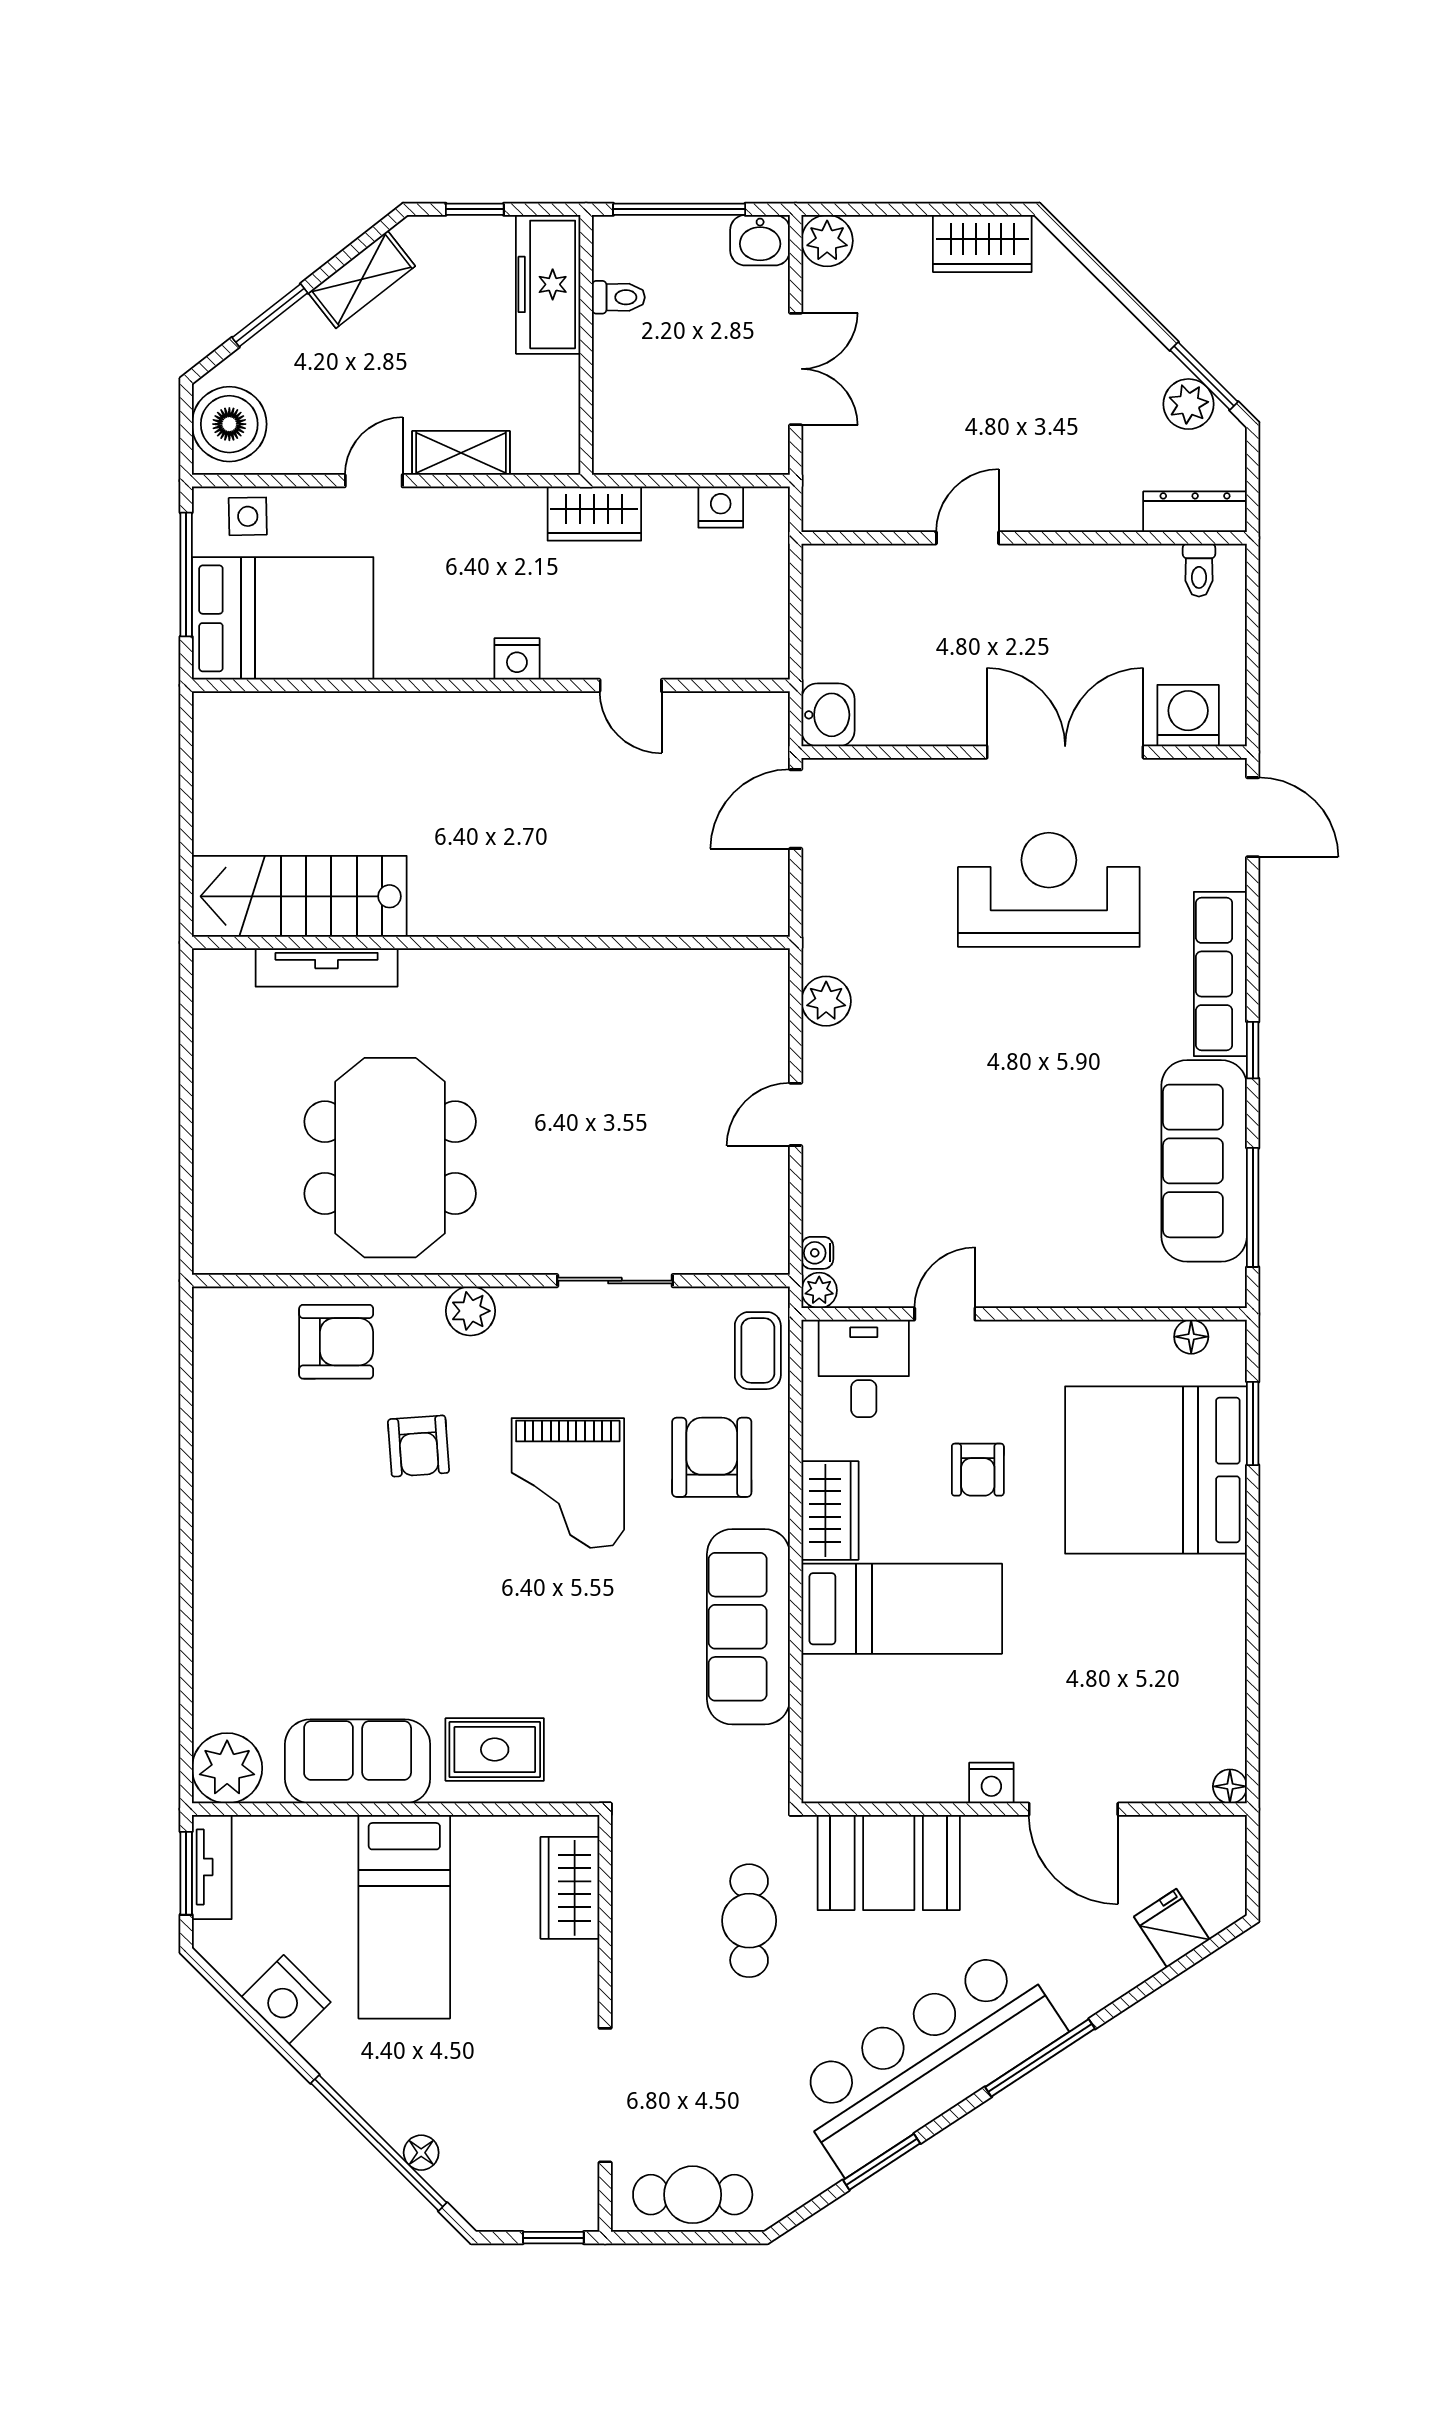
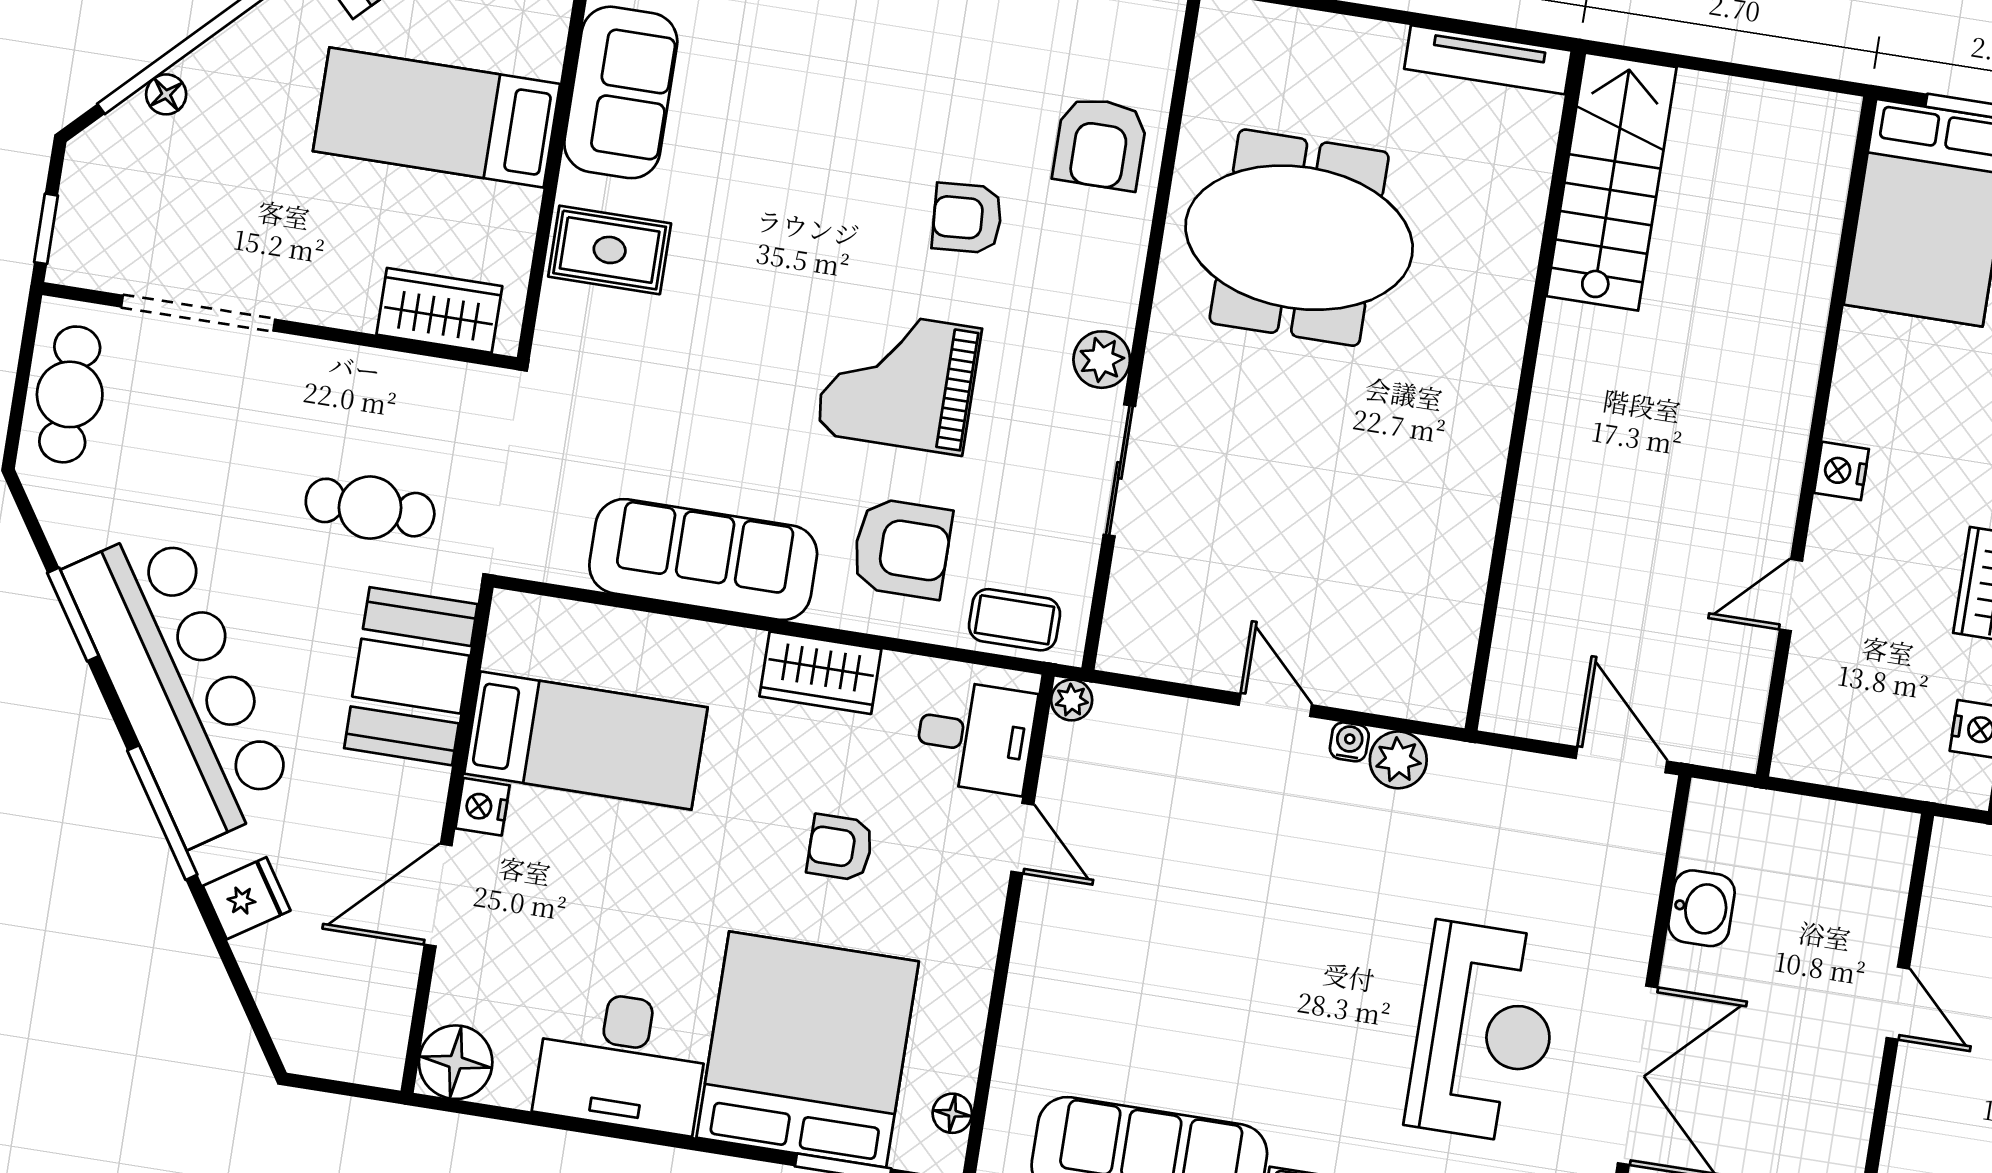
washbasin: (828, 715) -> (1702, 908), moved, turned -90
tv unit: (327, 967) -> (1488, 60), moved, turned -90
water cooler: (817, 1253) -> (1349, 742), moved
plant: (470, 1311) -> (1102, 360), moved
bed: (902, 1609) -> (586, 741), moved, turned -90
desk: (1191, 1628) -> (622, 1061), added
rug: (495, 1750) -> (610, 250), turned 90
floor lamp: (1230, 1786) -> (456, 1062), width x1.89, depth x1.89
fridge: (1172, 1928) -> (247, 898), moved

